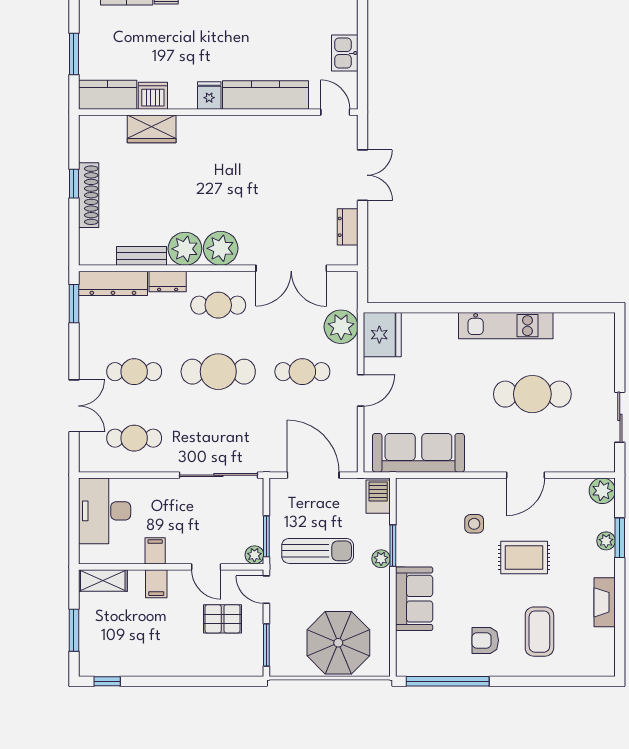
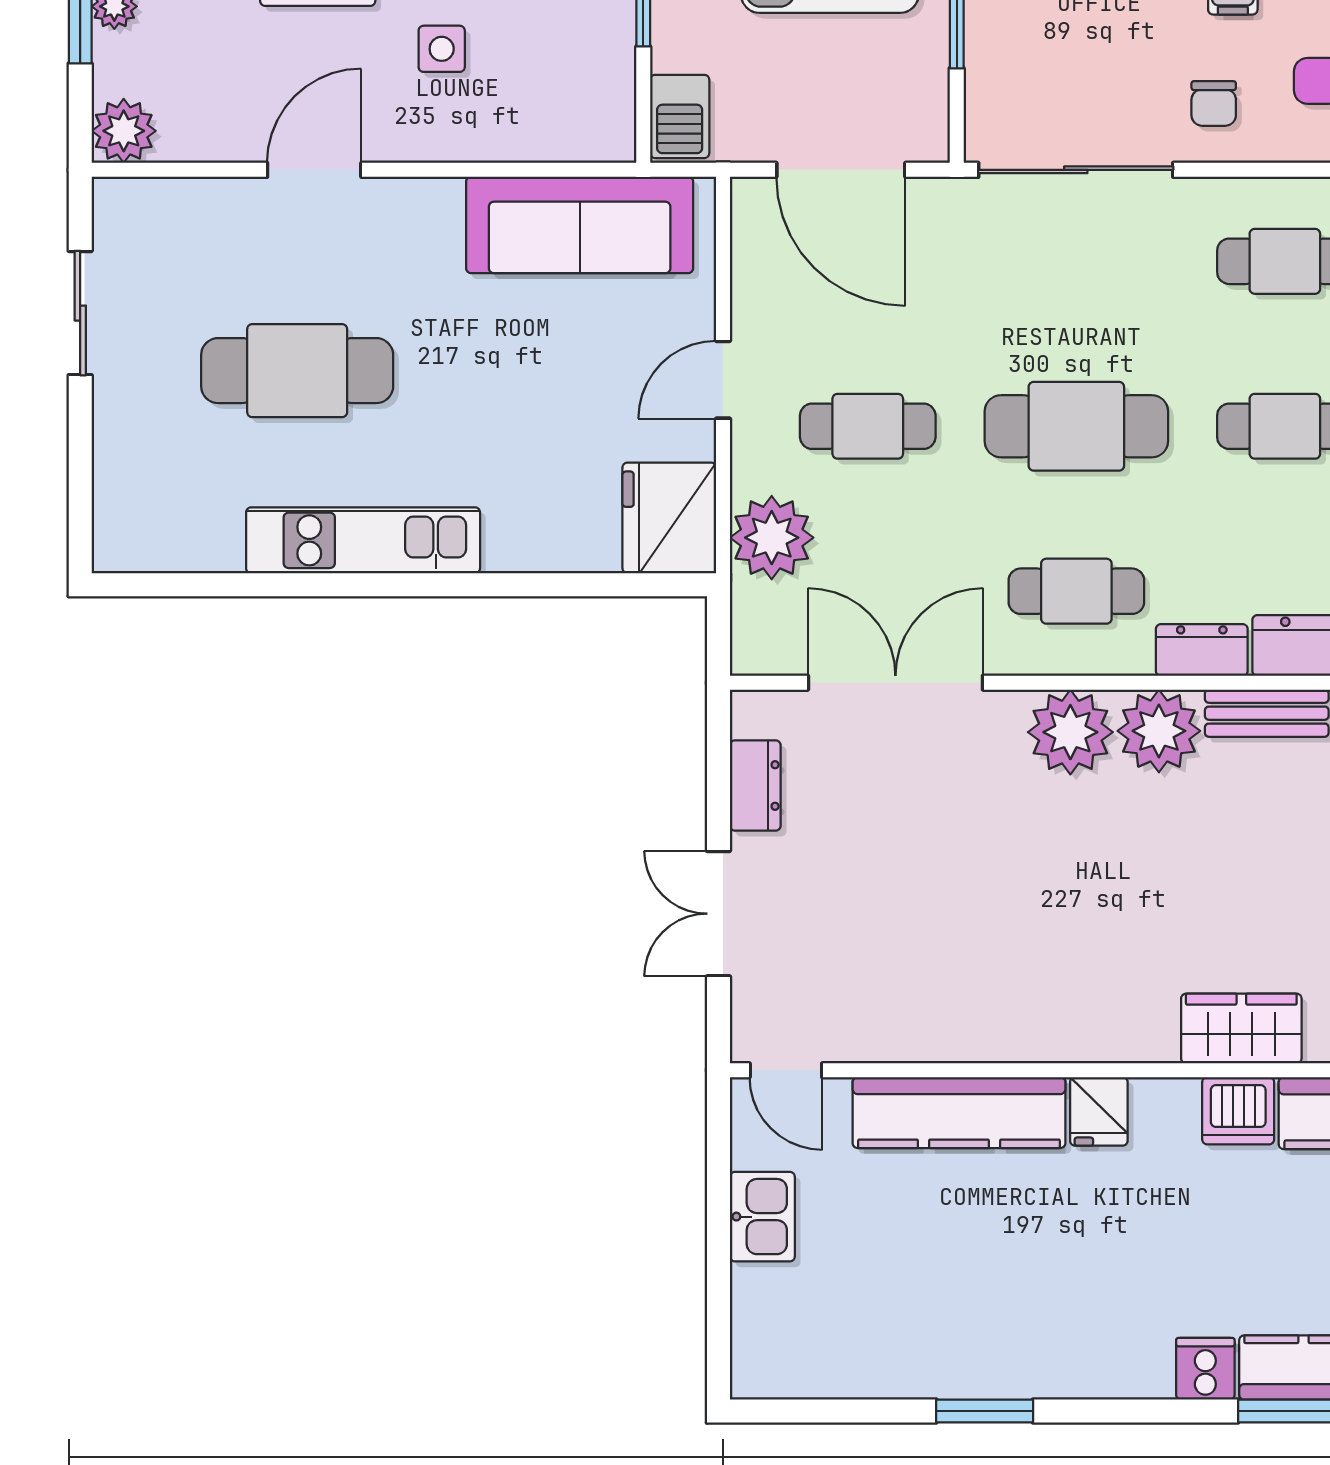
chair: (163, 502) -> (1214, 103), added

